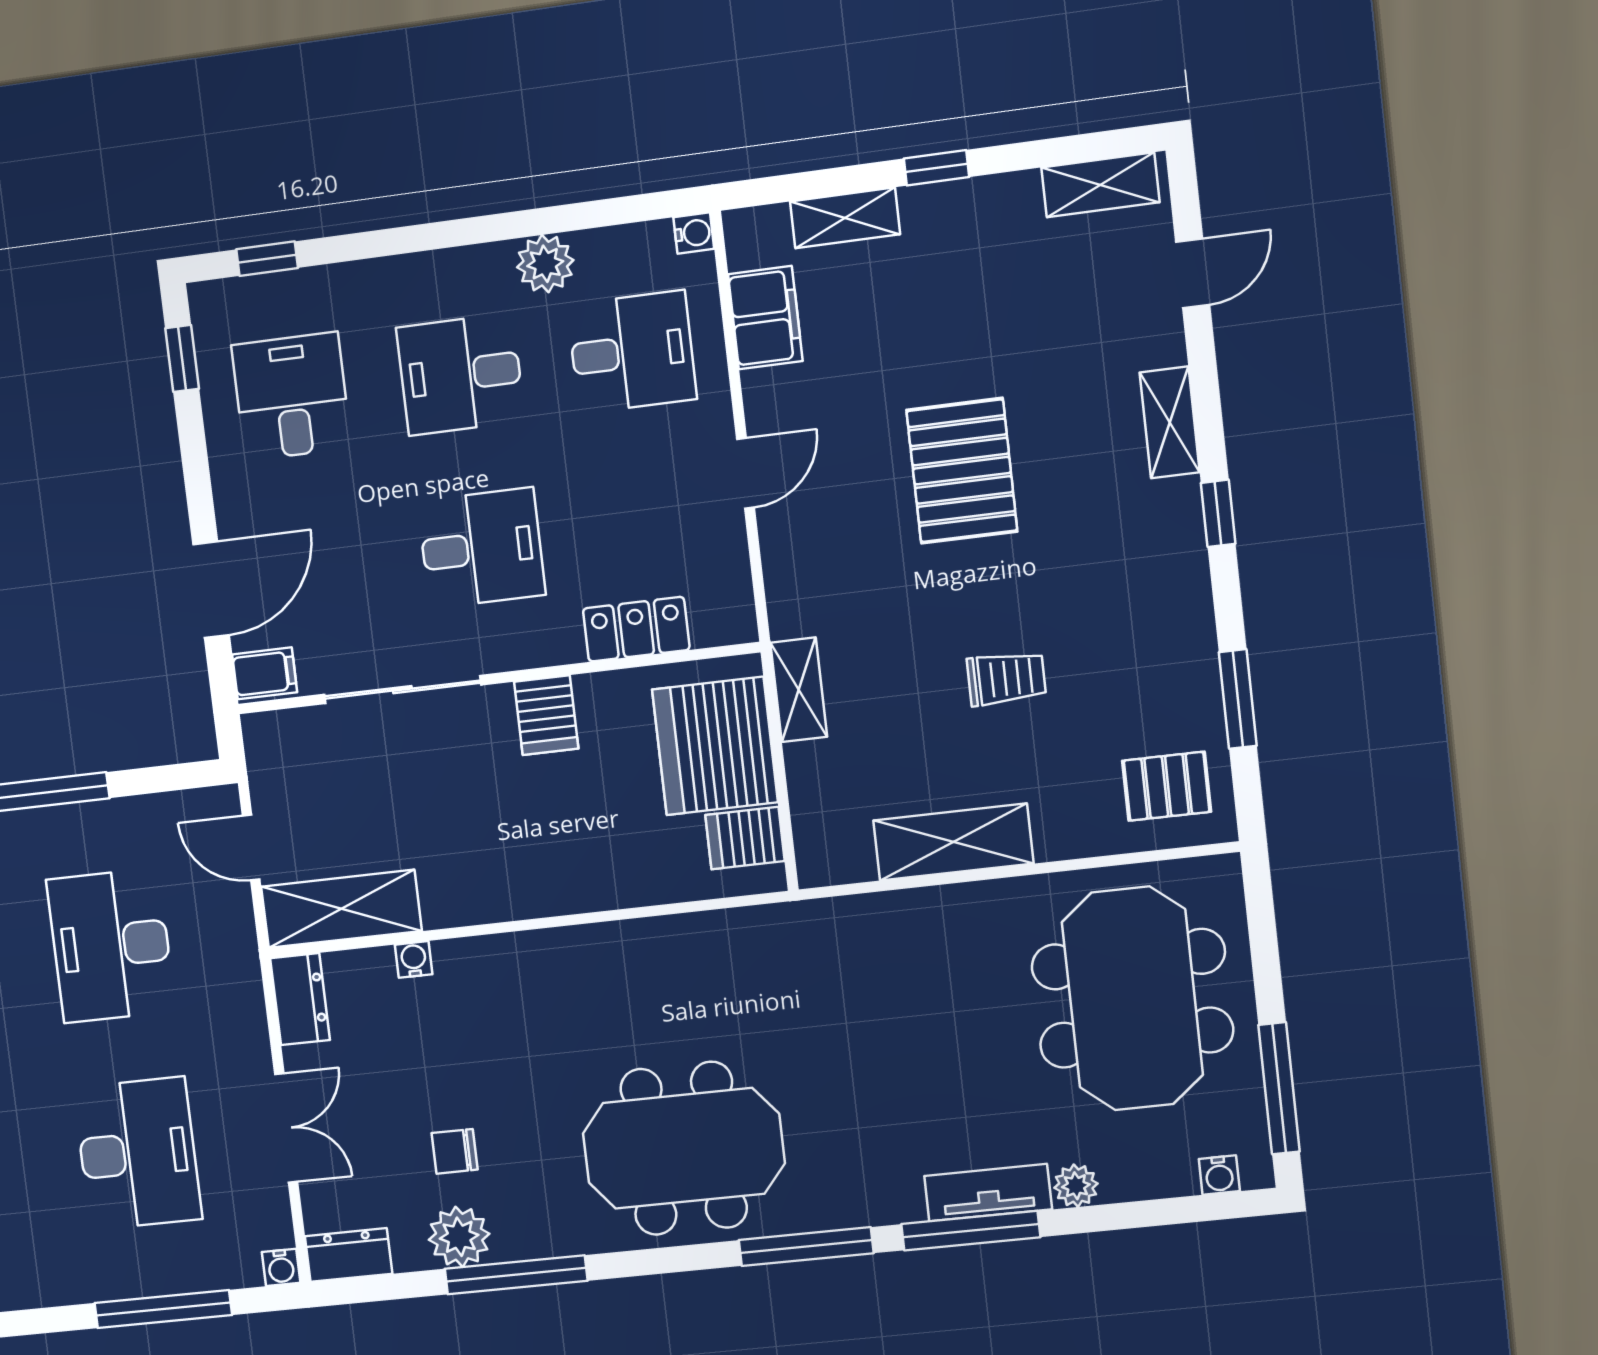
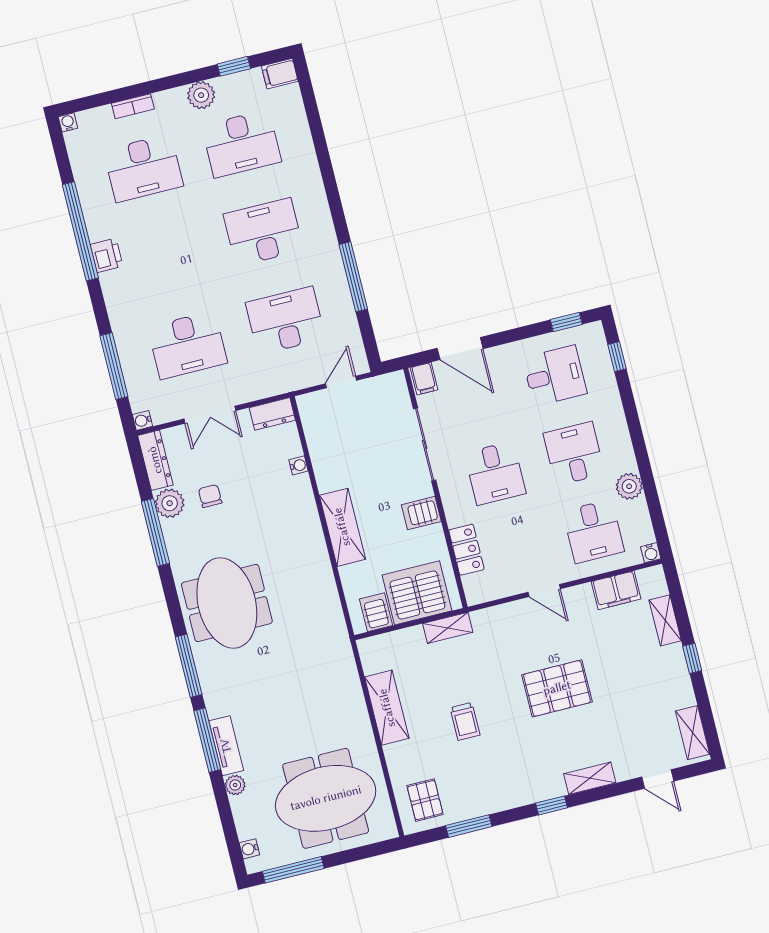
shelving: (341, 909) -> (342, 527), moved
dresser: (349, 1255) -> (155, 460), width x1.44

